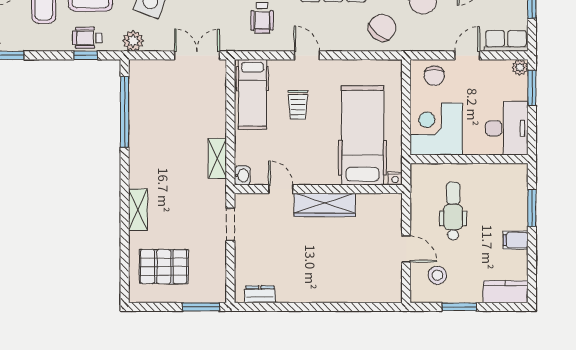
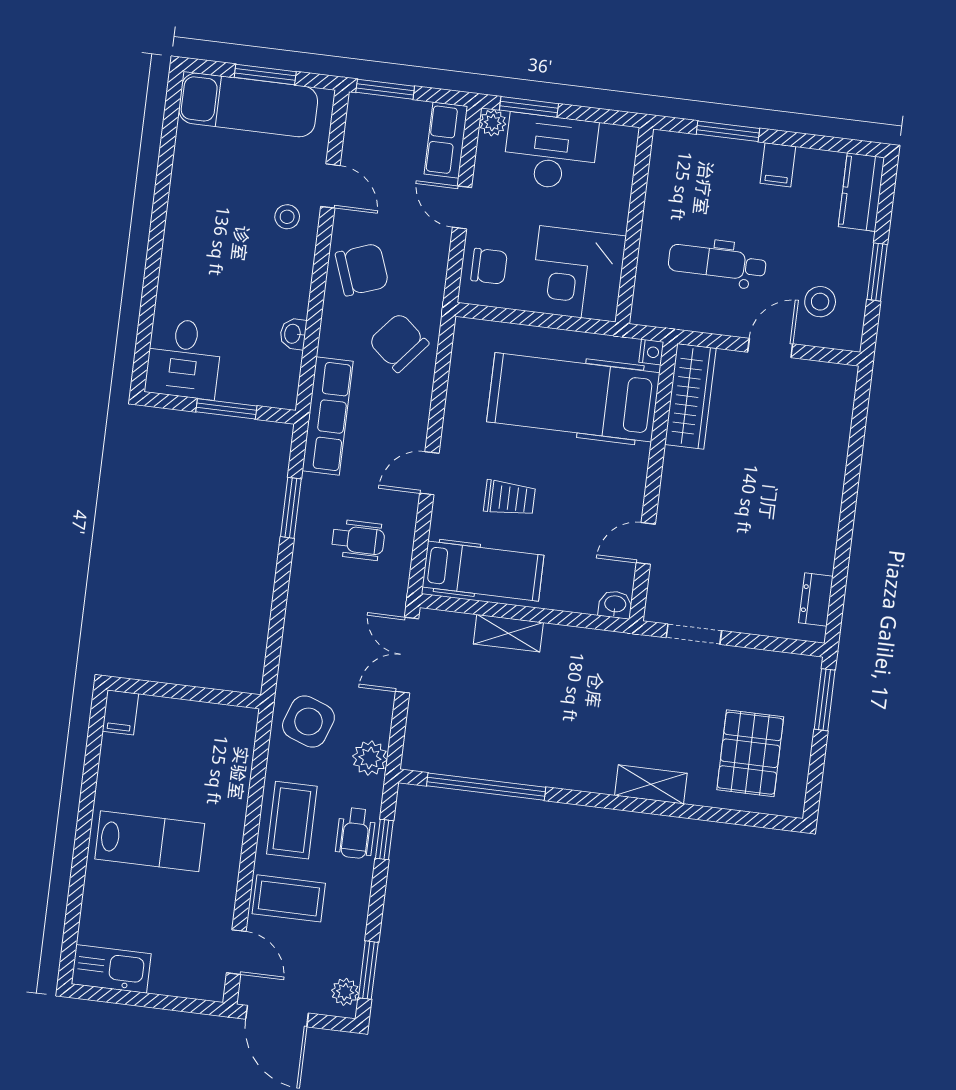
desk: (507, 128) -> (551, 152), moved
shelving: (217, 158) -> (508, 633), moved
wardrobe: (325, 205) -> (690, 396), moved

